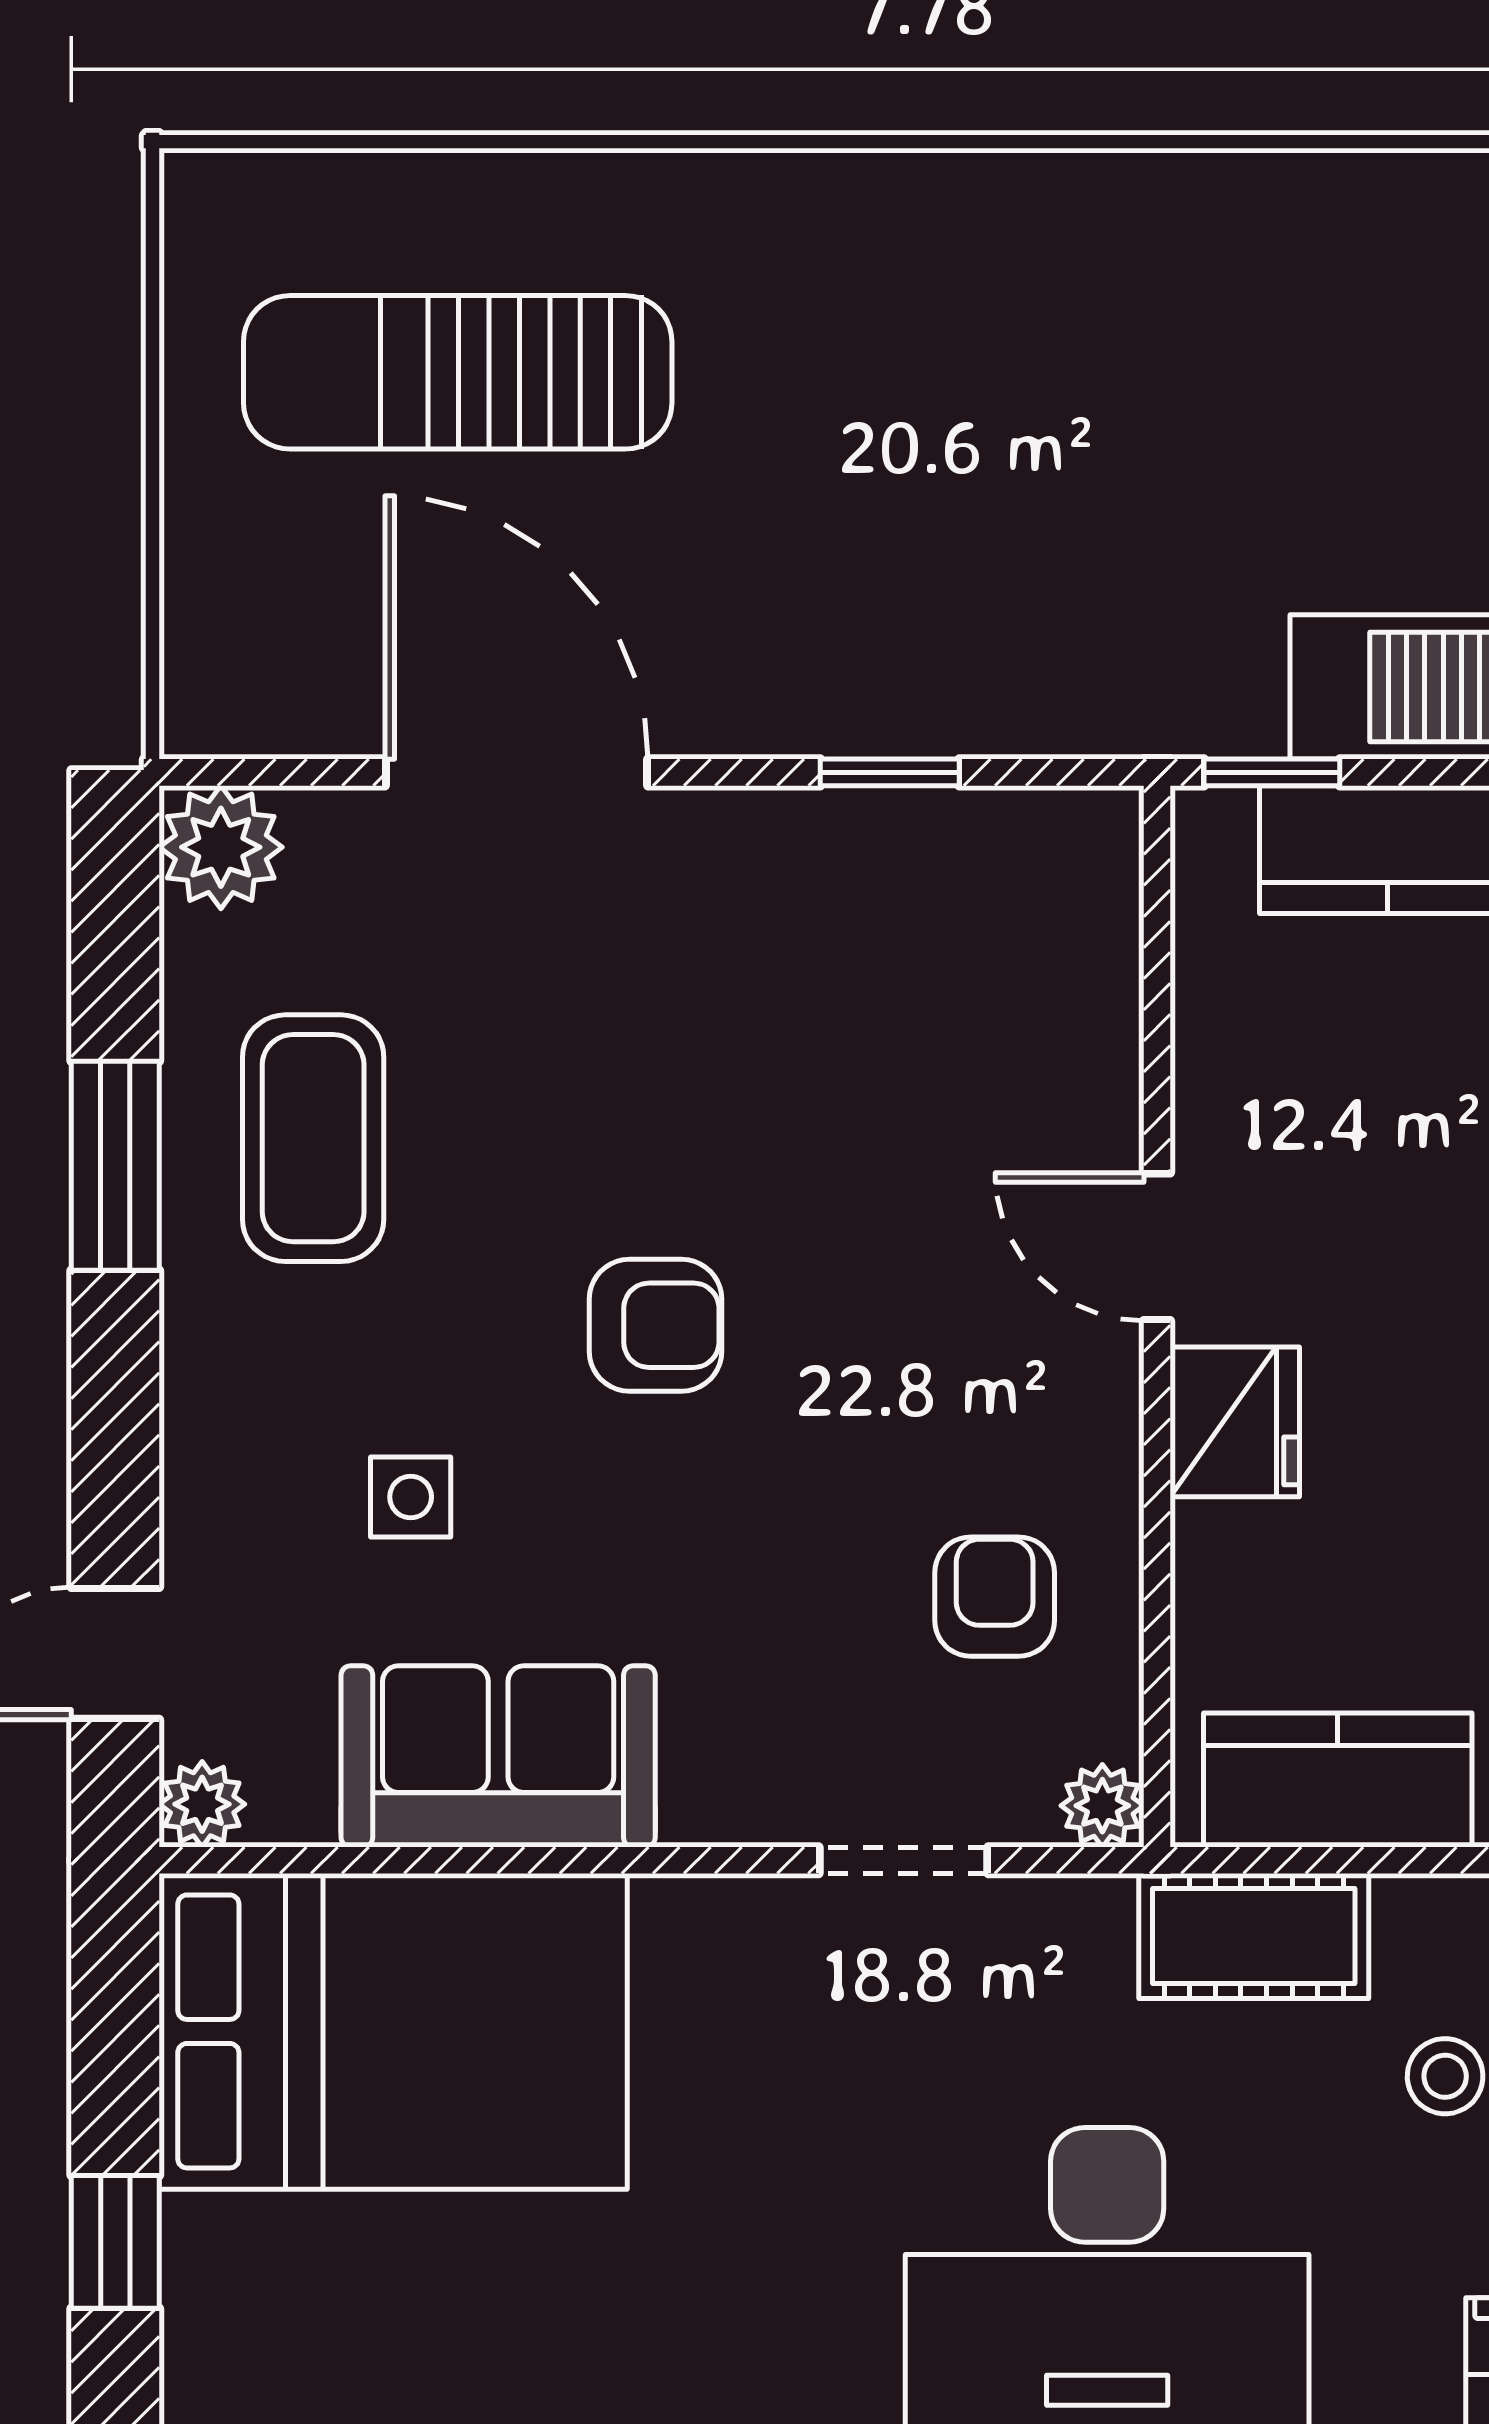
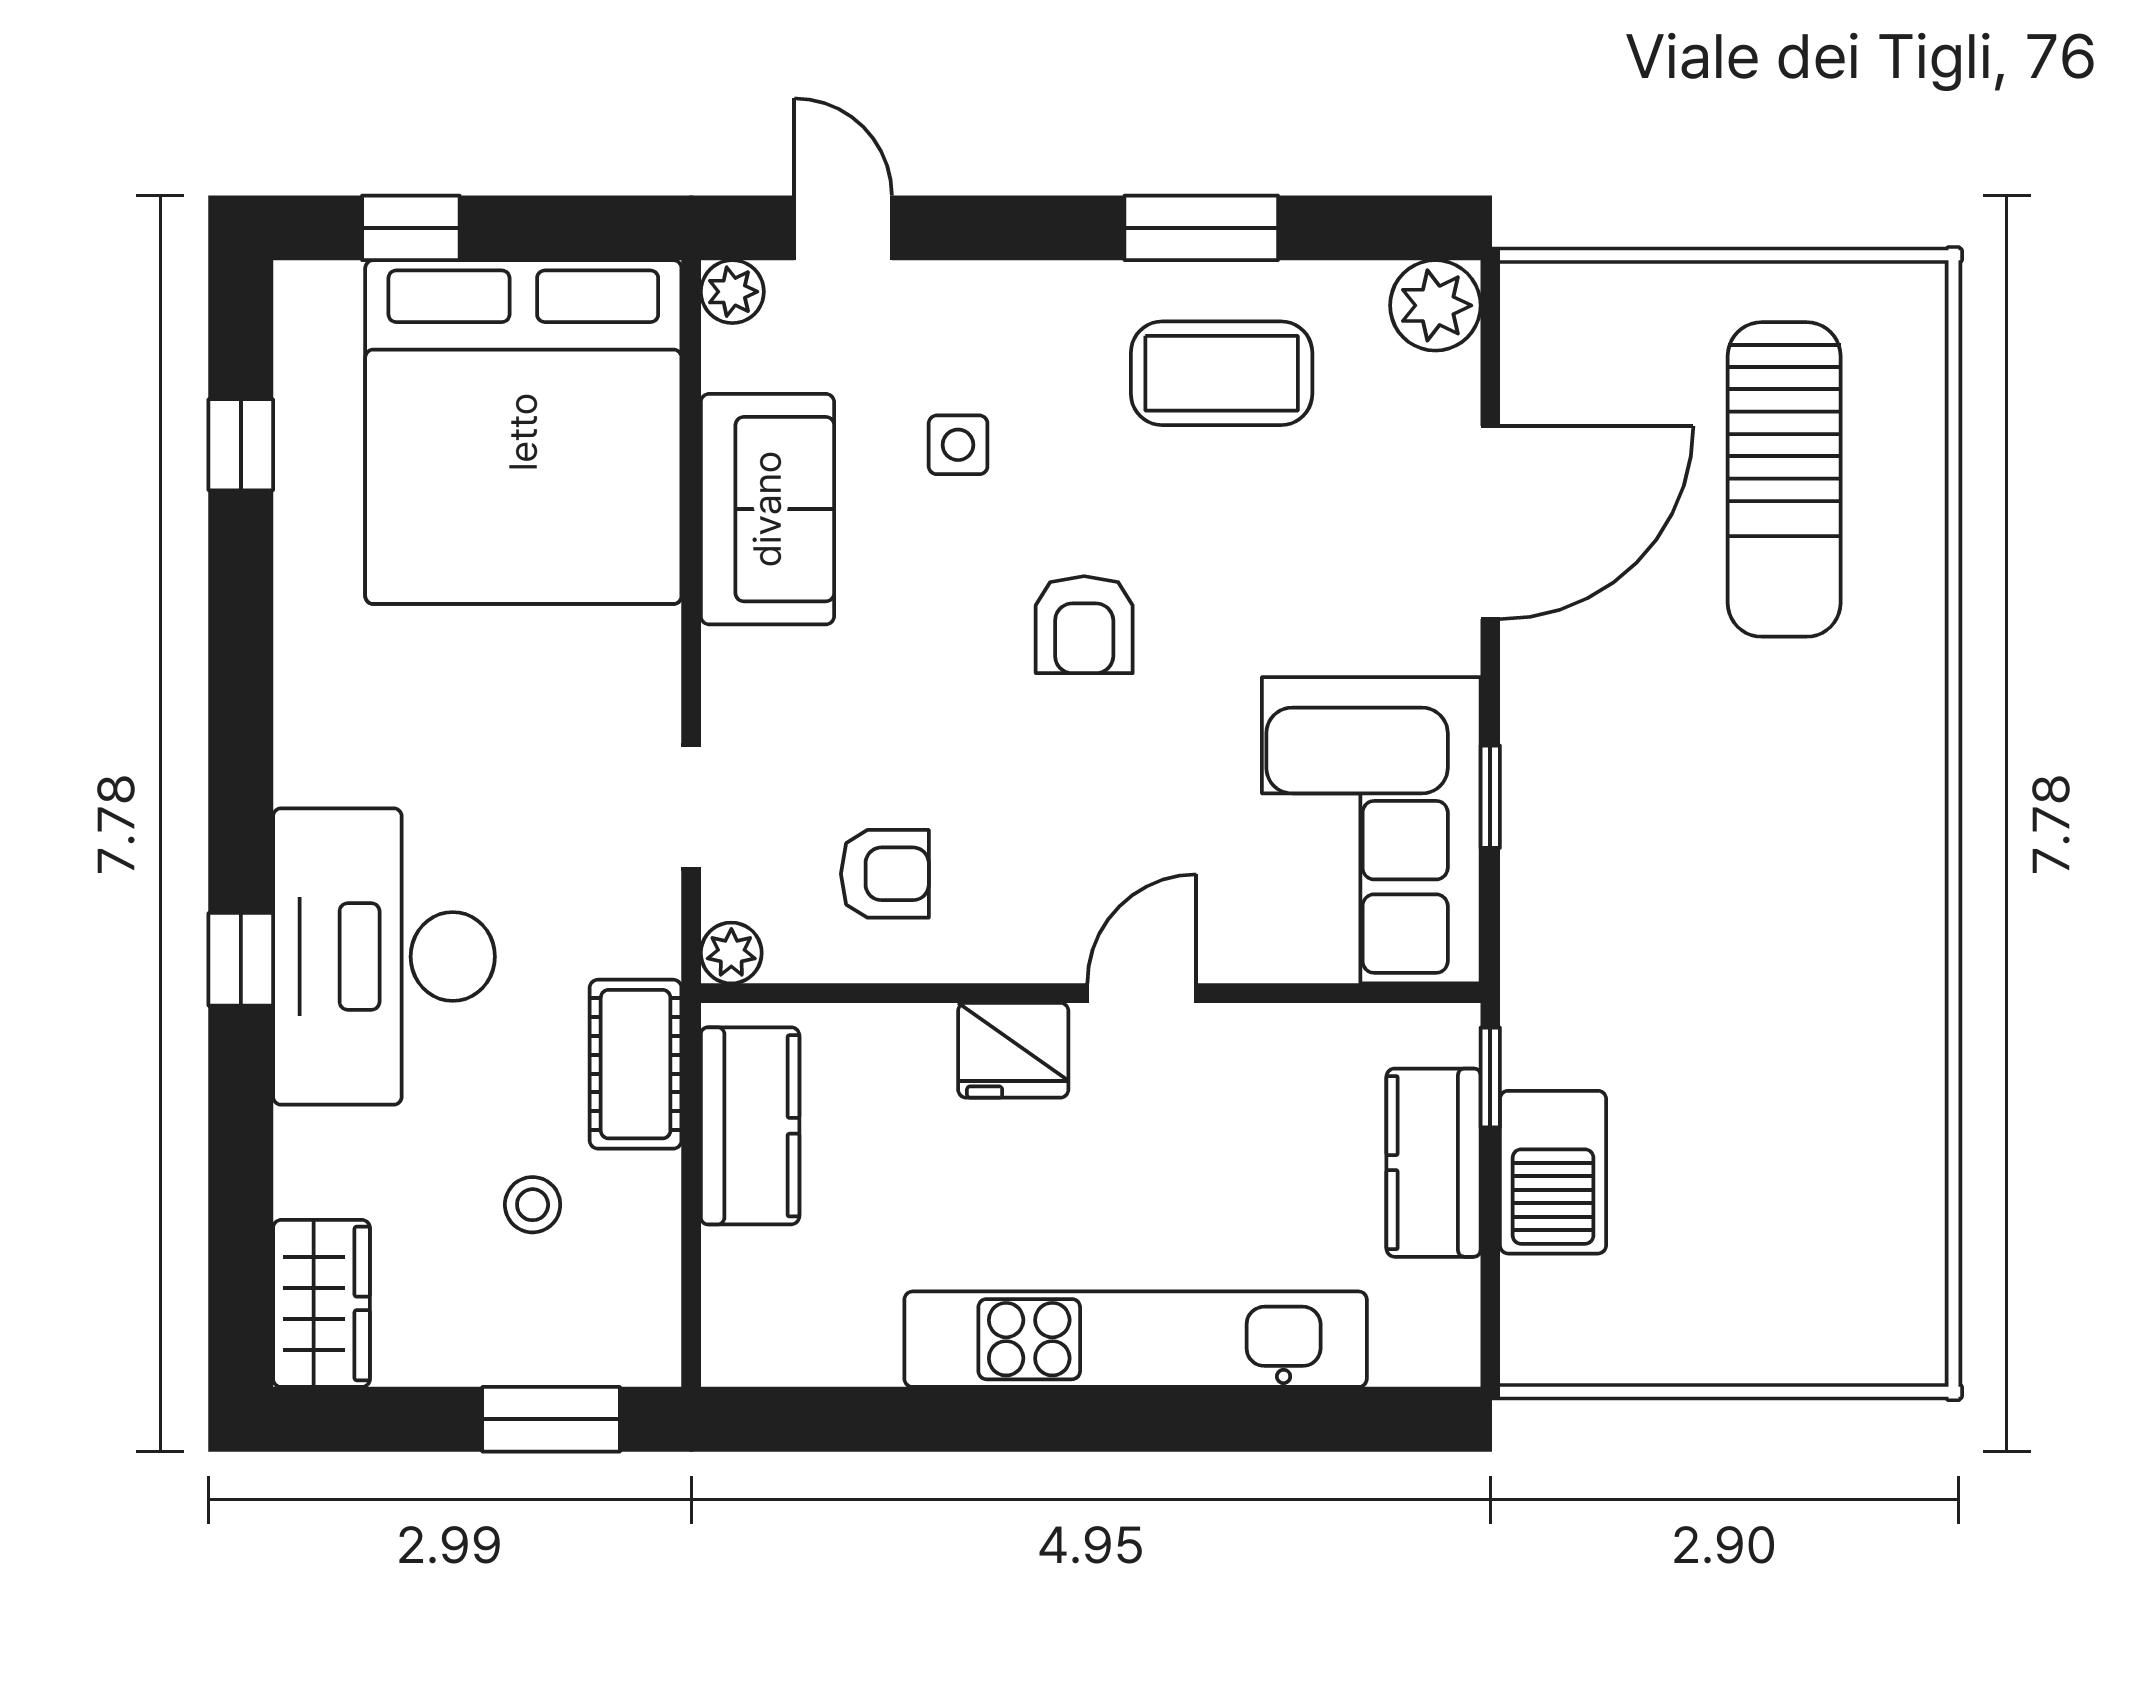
sun lounger: (458, 372) -> (1784, 479), turned 180
corner sofa: (935, 934) -> (1371, 830), added
bed: (393, 2031) -> (523, 432), width x1.36

